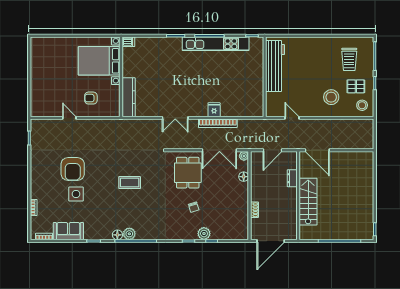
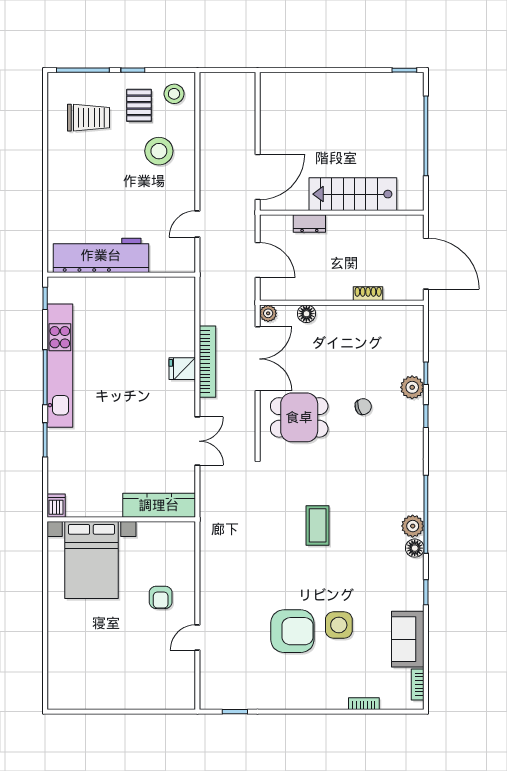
dishwasher: (128, 42) -> (56, 506), moved
bed with nightstands: (99, 61) -> (91, 560), moved
wall: (121, 77) -> (121, 519), moved
kitchen counter: (129, 97) -> (159, 505), moved

